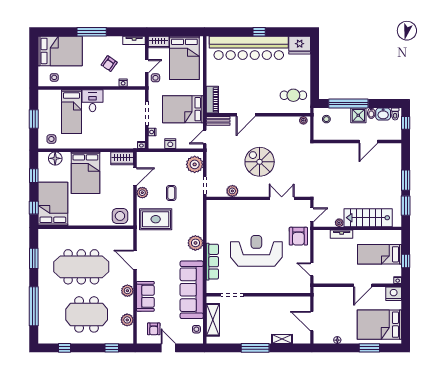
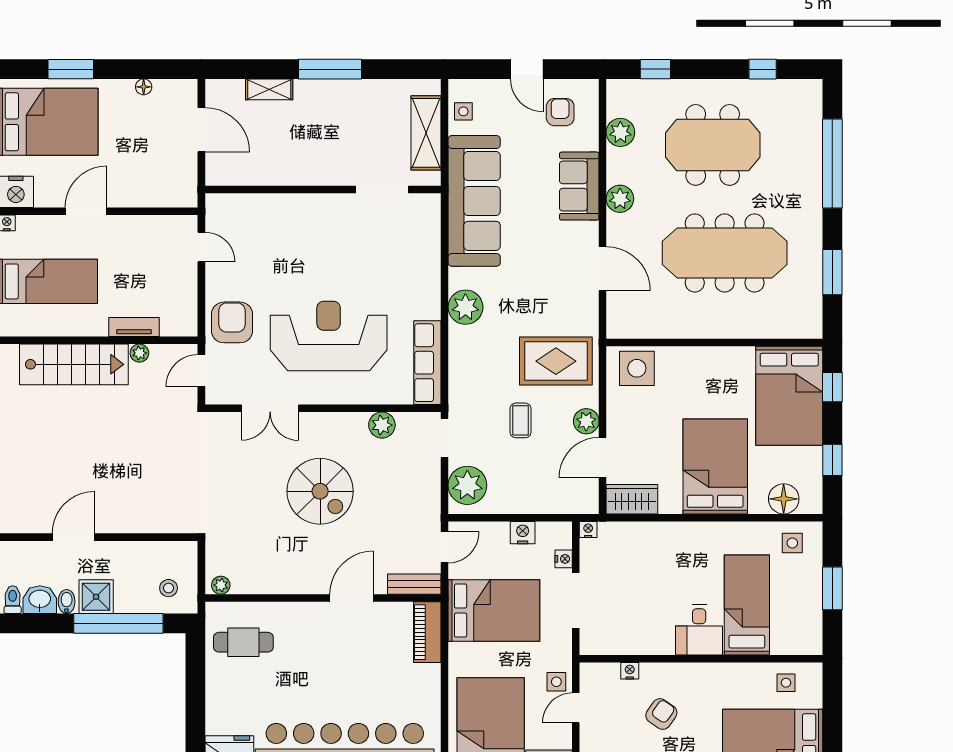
reception desk: (256, 251) -> (329, 336), moved, turned 180
row of seats: (212, 262) -> (427, 363), moved

